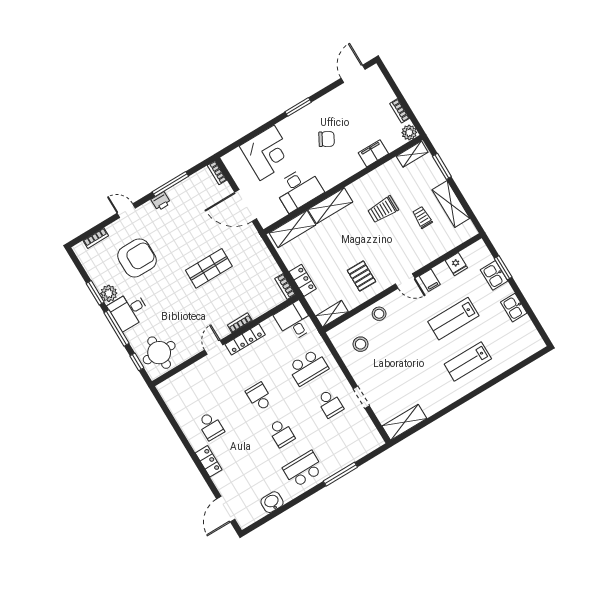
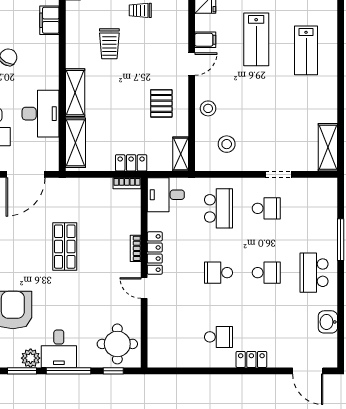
pallet: (361, 276) -> (161, 103), turned 90

